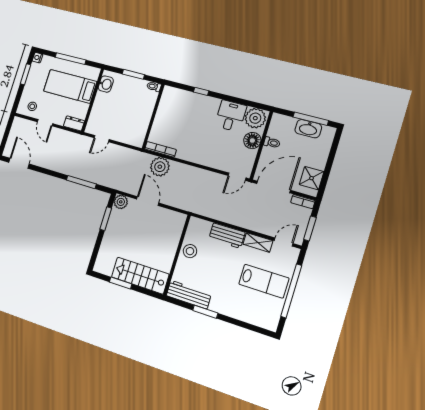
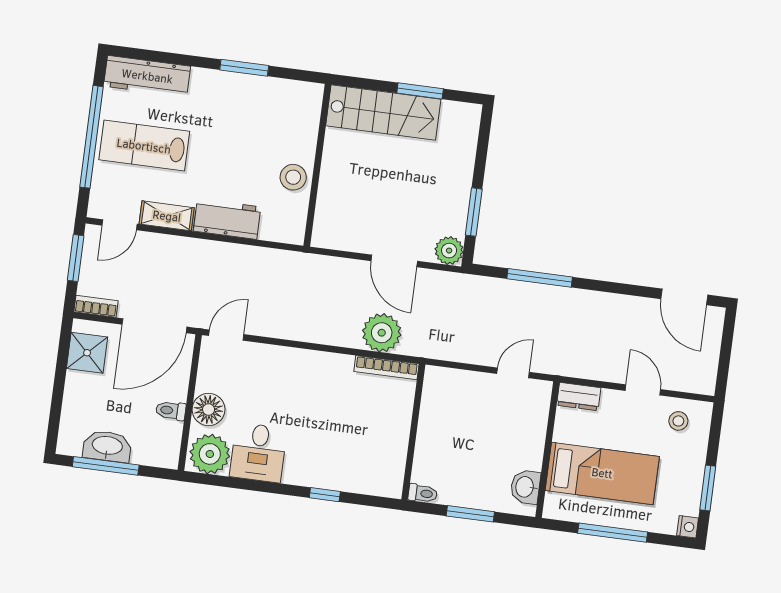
workbench: (189, 295) -> (147, 76), moved

